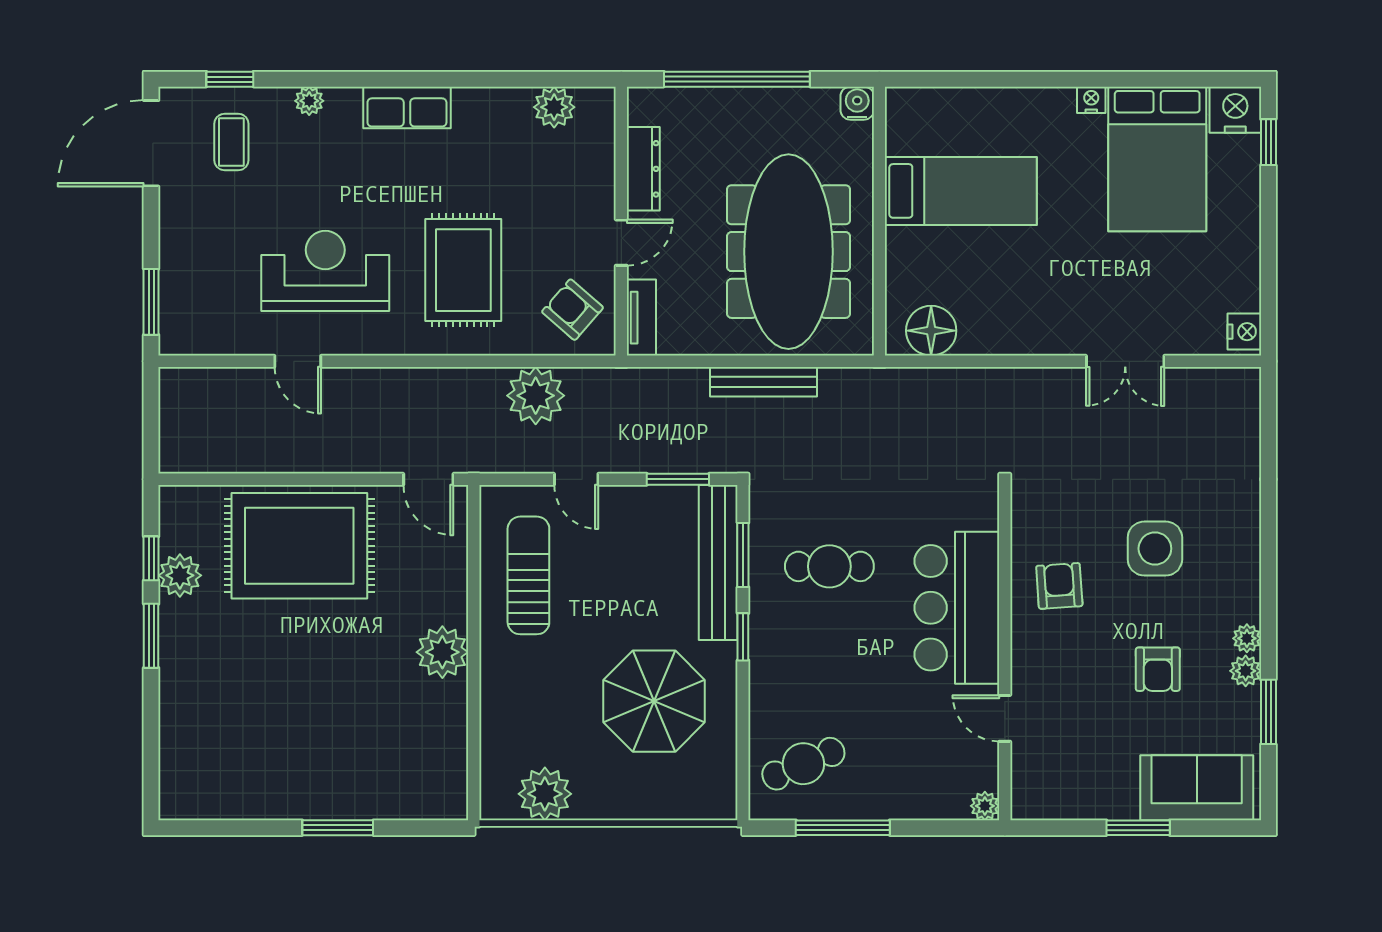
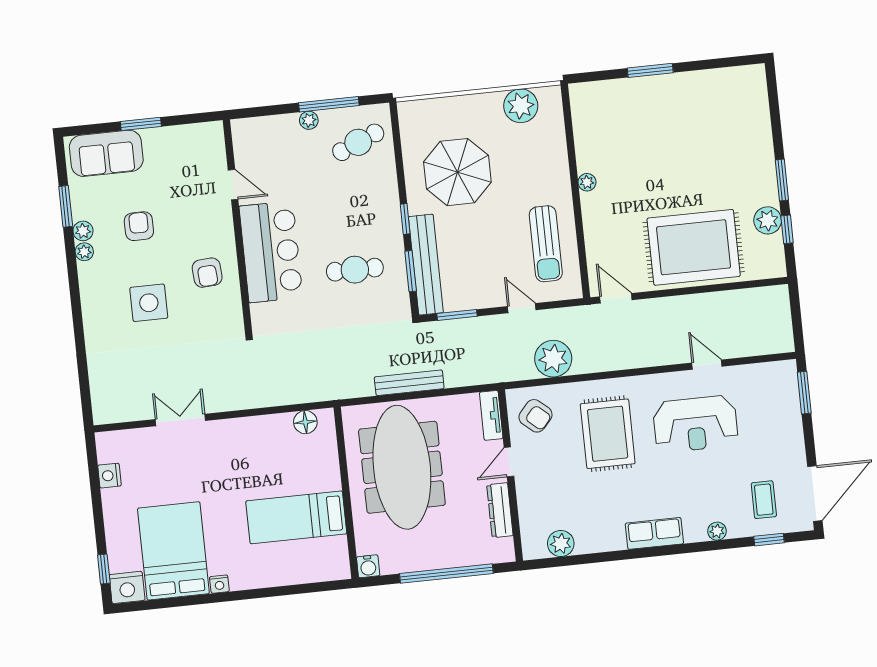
floor lamp: (931, 331) -> (305, 422), width x0.73, depth x0.73
nightstand: (1244, 332) -> (109, 476), moved
plant: (442, 652) -> (587, 182), width x0.53, depth x0.53
plant: (985, 806) -> (309, 120), moved

